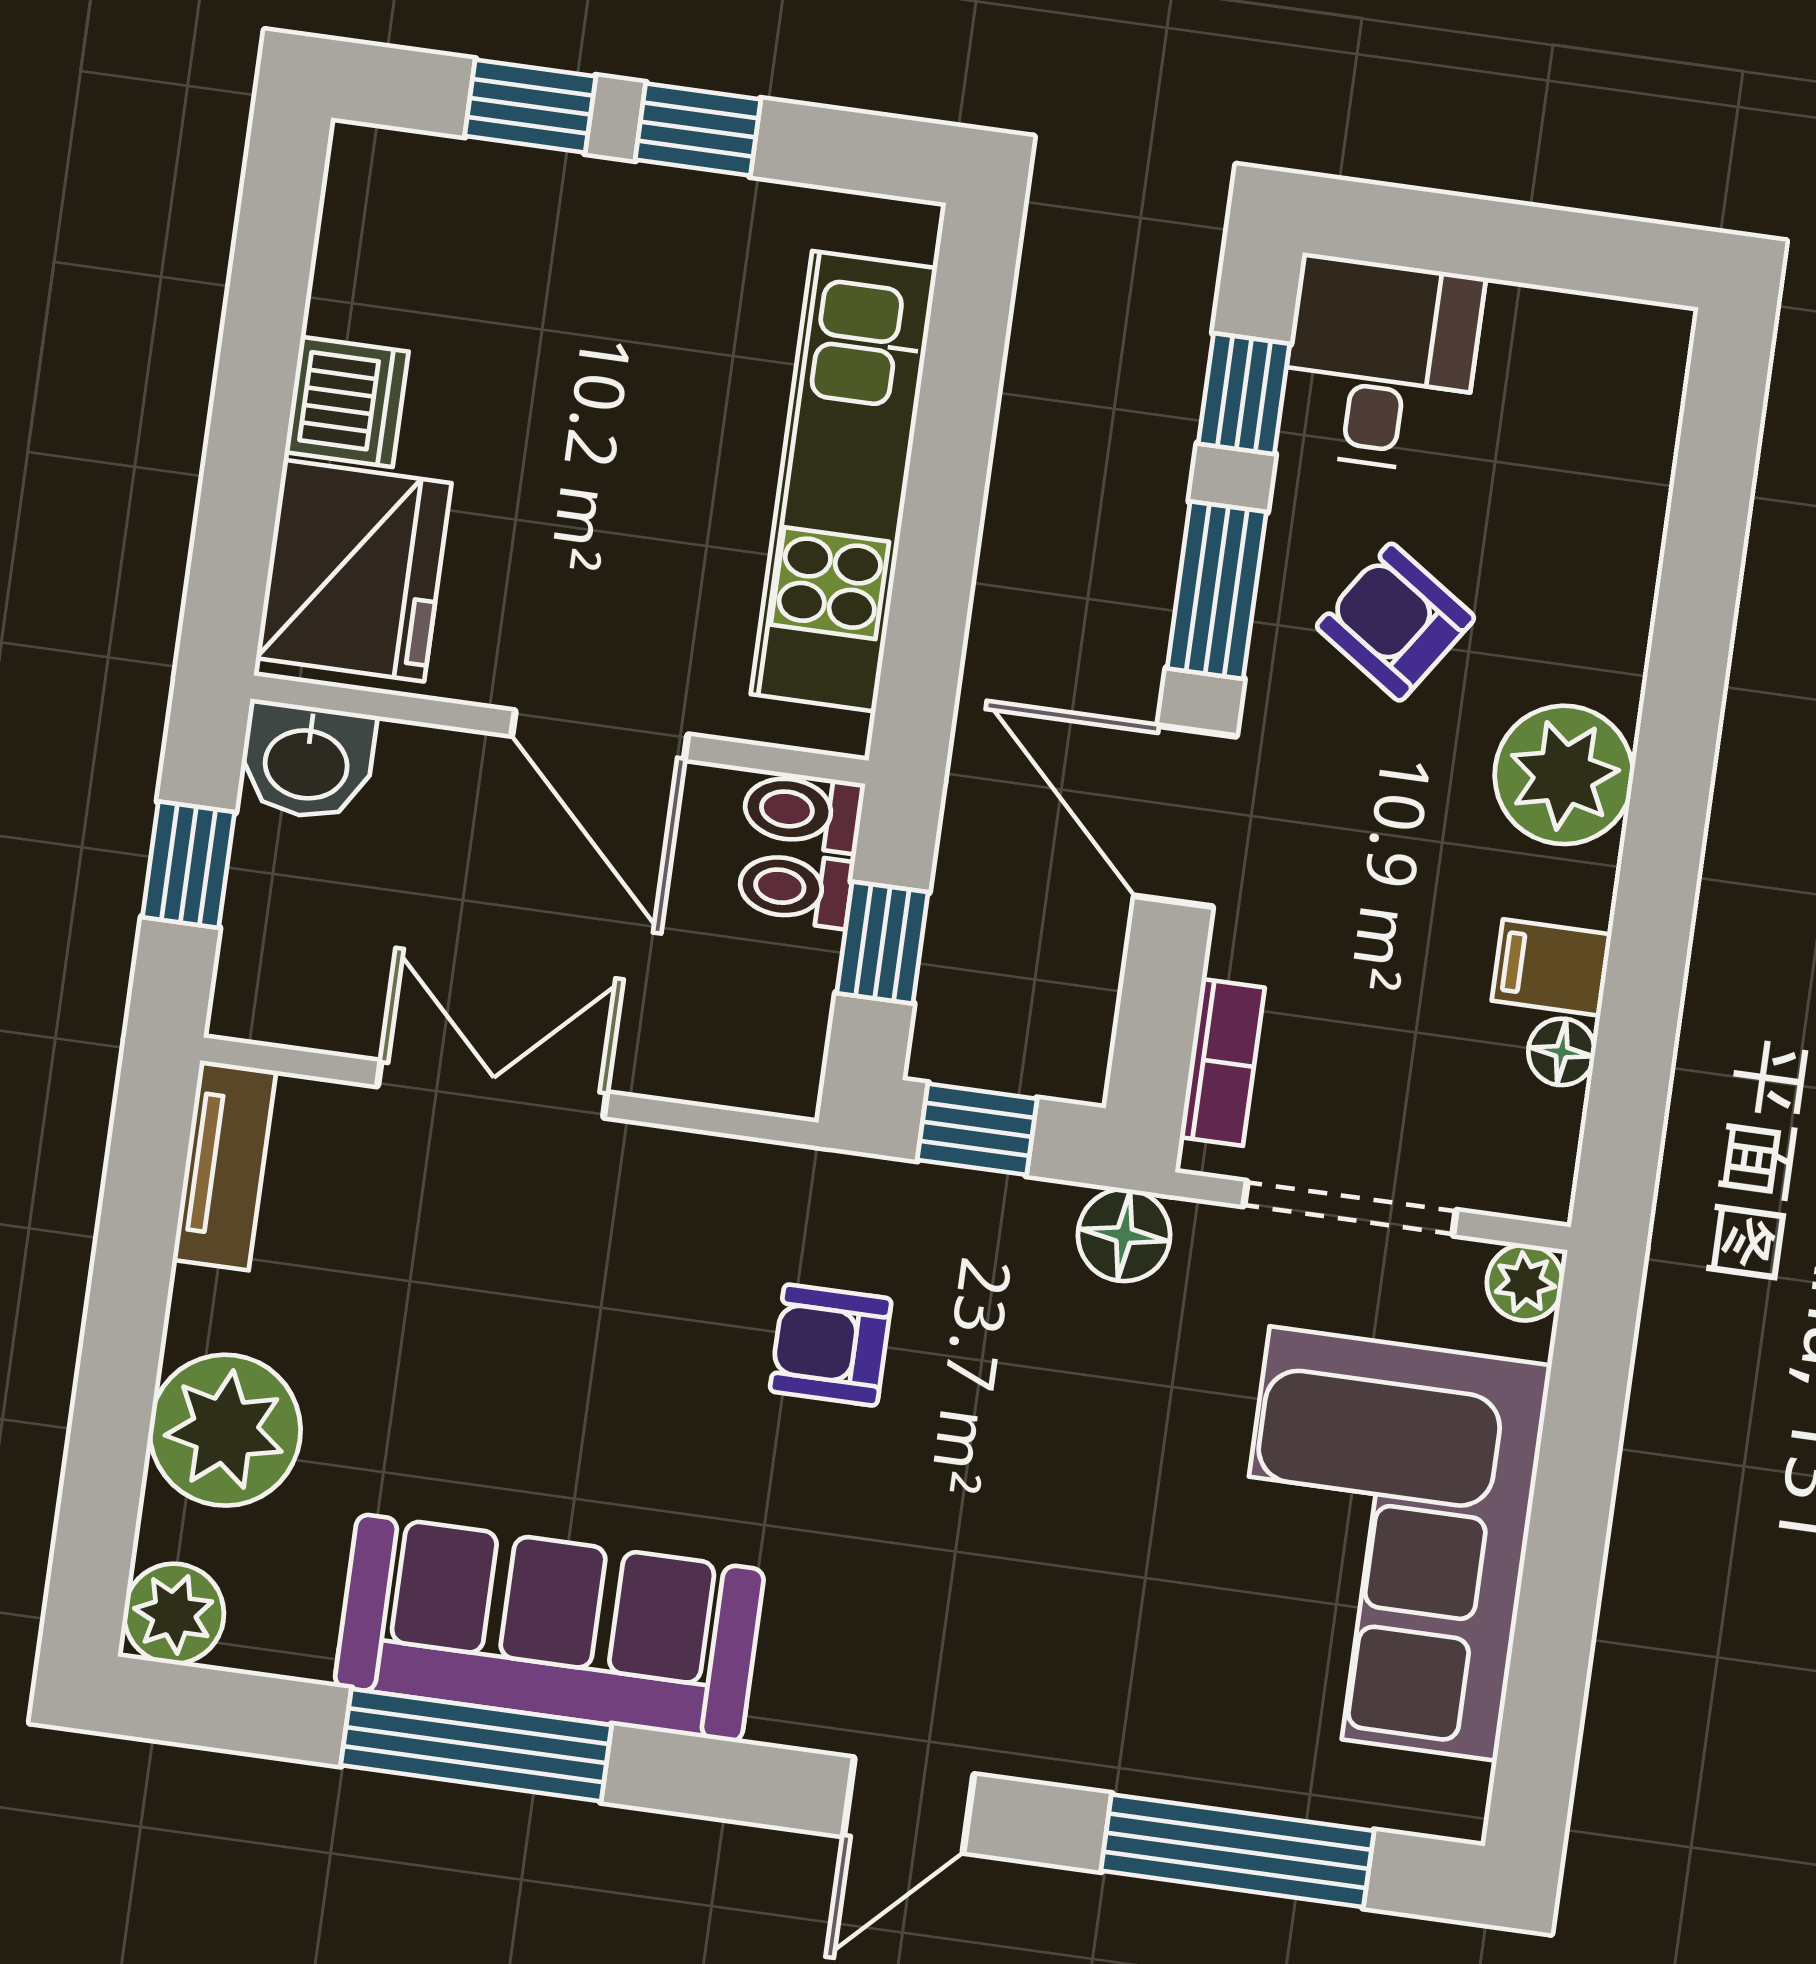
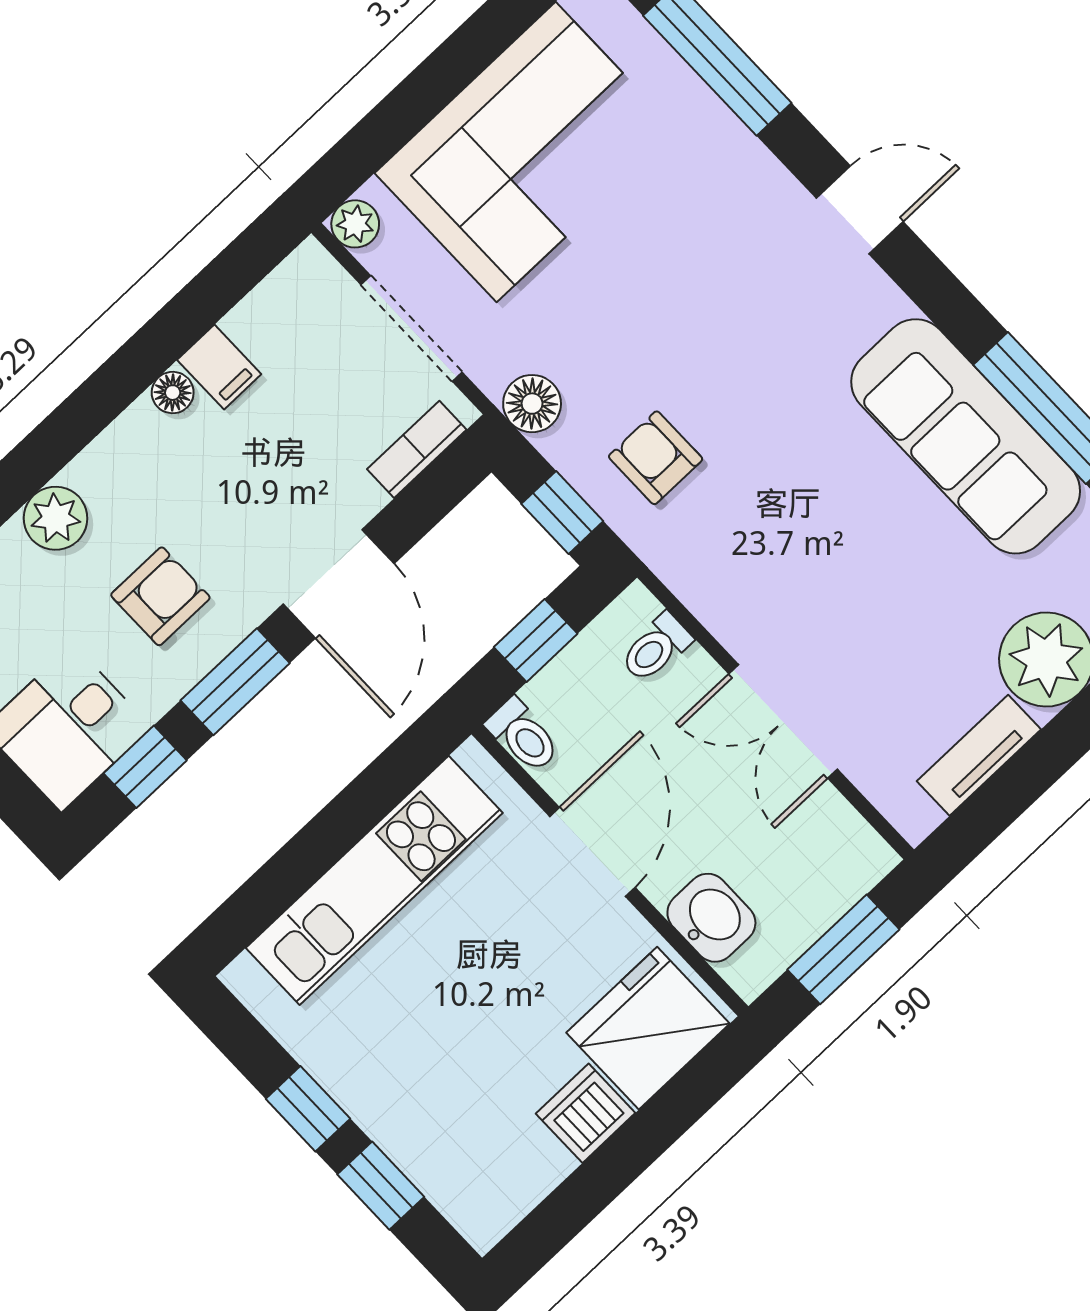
armchair: (1395, 622) -> (160, 596), turned -124
washbasin: (307, 761) -> (711, 918), moved
plant: (1564, 775) -> (56, 518), moved, width x0.73, depth x0.73
window: (188, 865) -> (843, 949), width x1.50
toilet: (795, 888) -> (656, 648), moved, turned 90
floor lamp: (1562, 1052) -> (173, 393), moved
tv unit: (224, 1165) -> (979, 755), moved
armchair: (831, 1345) -> (656, 458), moved, turned 180

